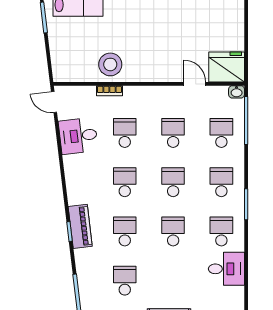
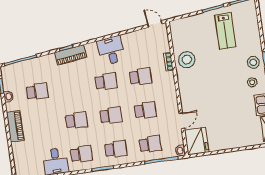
door: (54, 102) -> (155, 24), hinge flipped
desk: (78, 136) -> (111, 50), moved
school desk: (125, 231) -> (72, 87), removed

